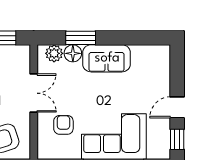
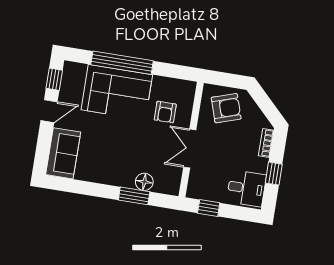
plant: (54, 53) -> (163, 185), removed
sofa: (107, 58) -> (63, 153), moved, turned 90

